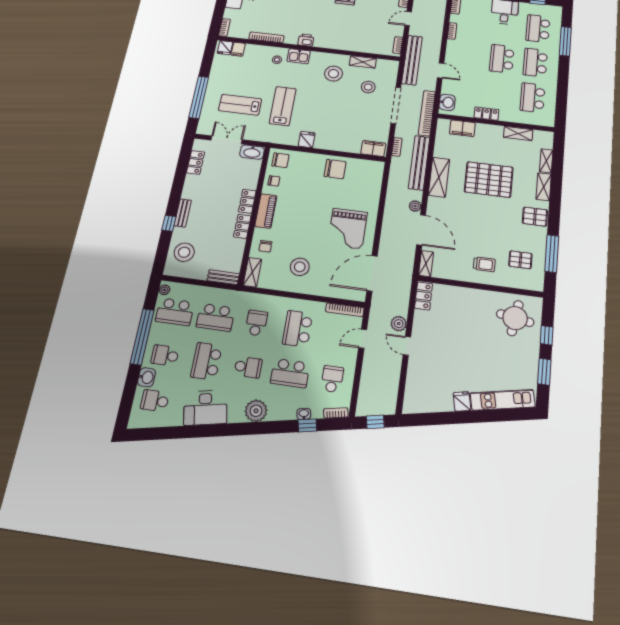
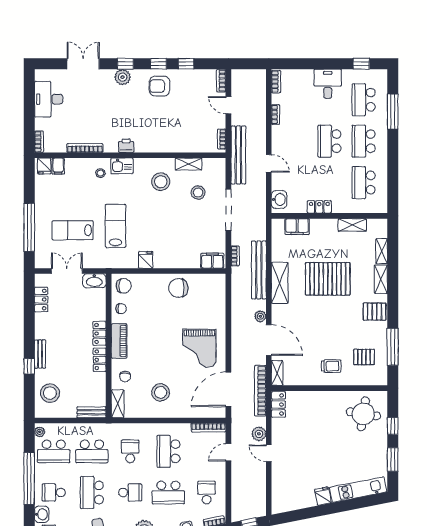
door: (408, 19) -> (228, 105), hinge flipped
bookcase: (427, 113) -> (260, 391), moved
chair: (335, 169) -> (178, 288), turned 180

